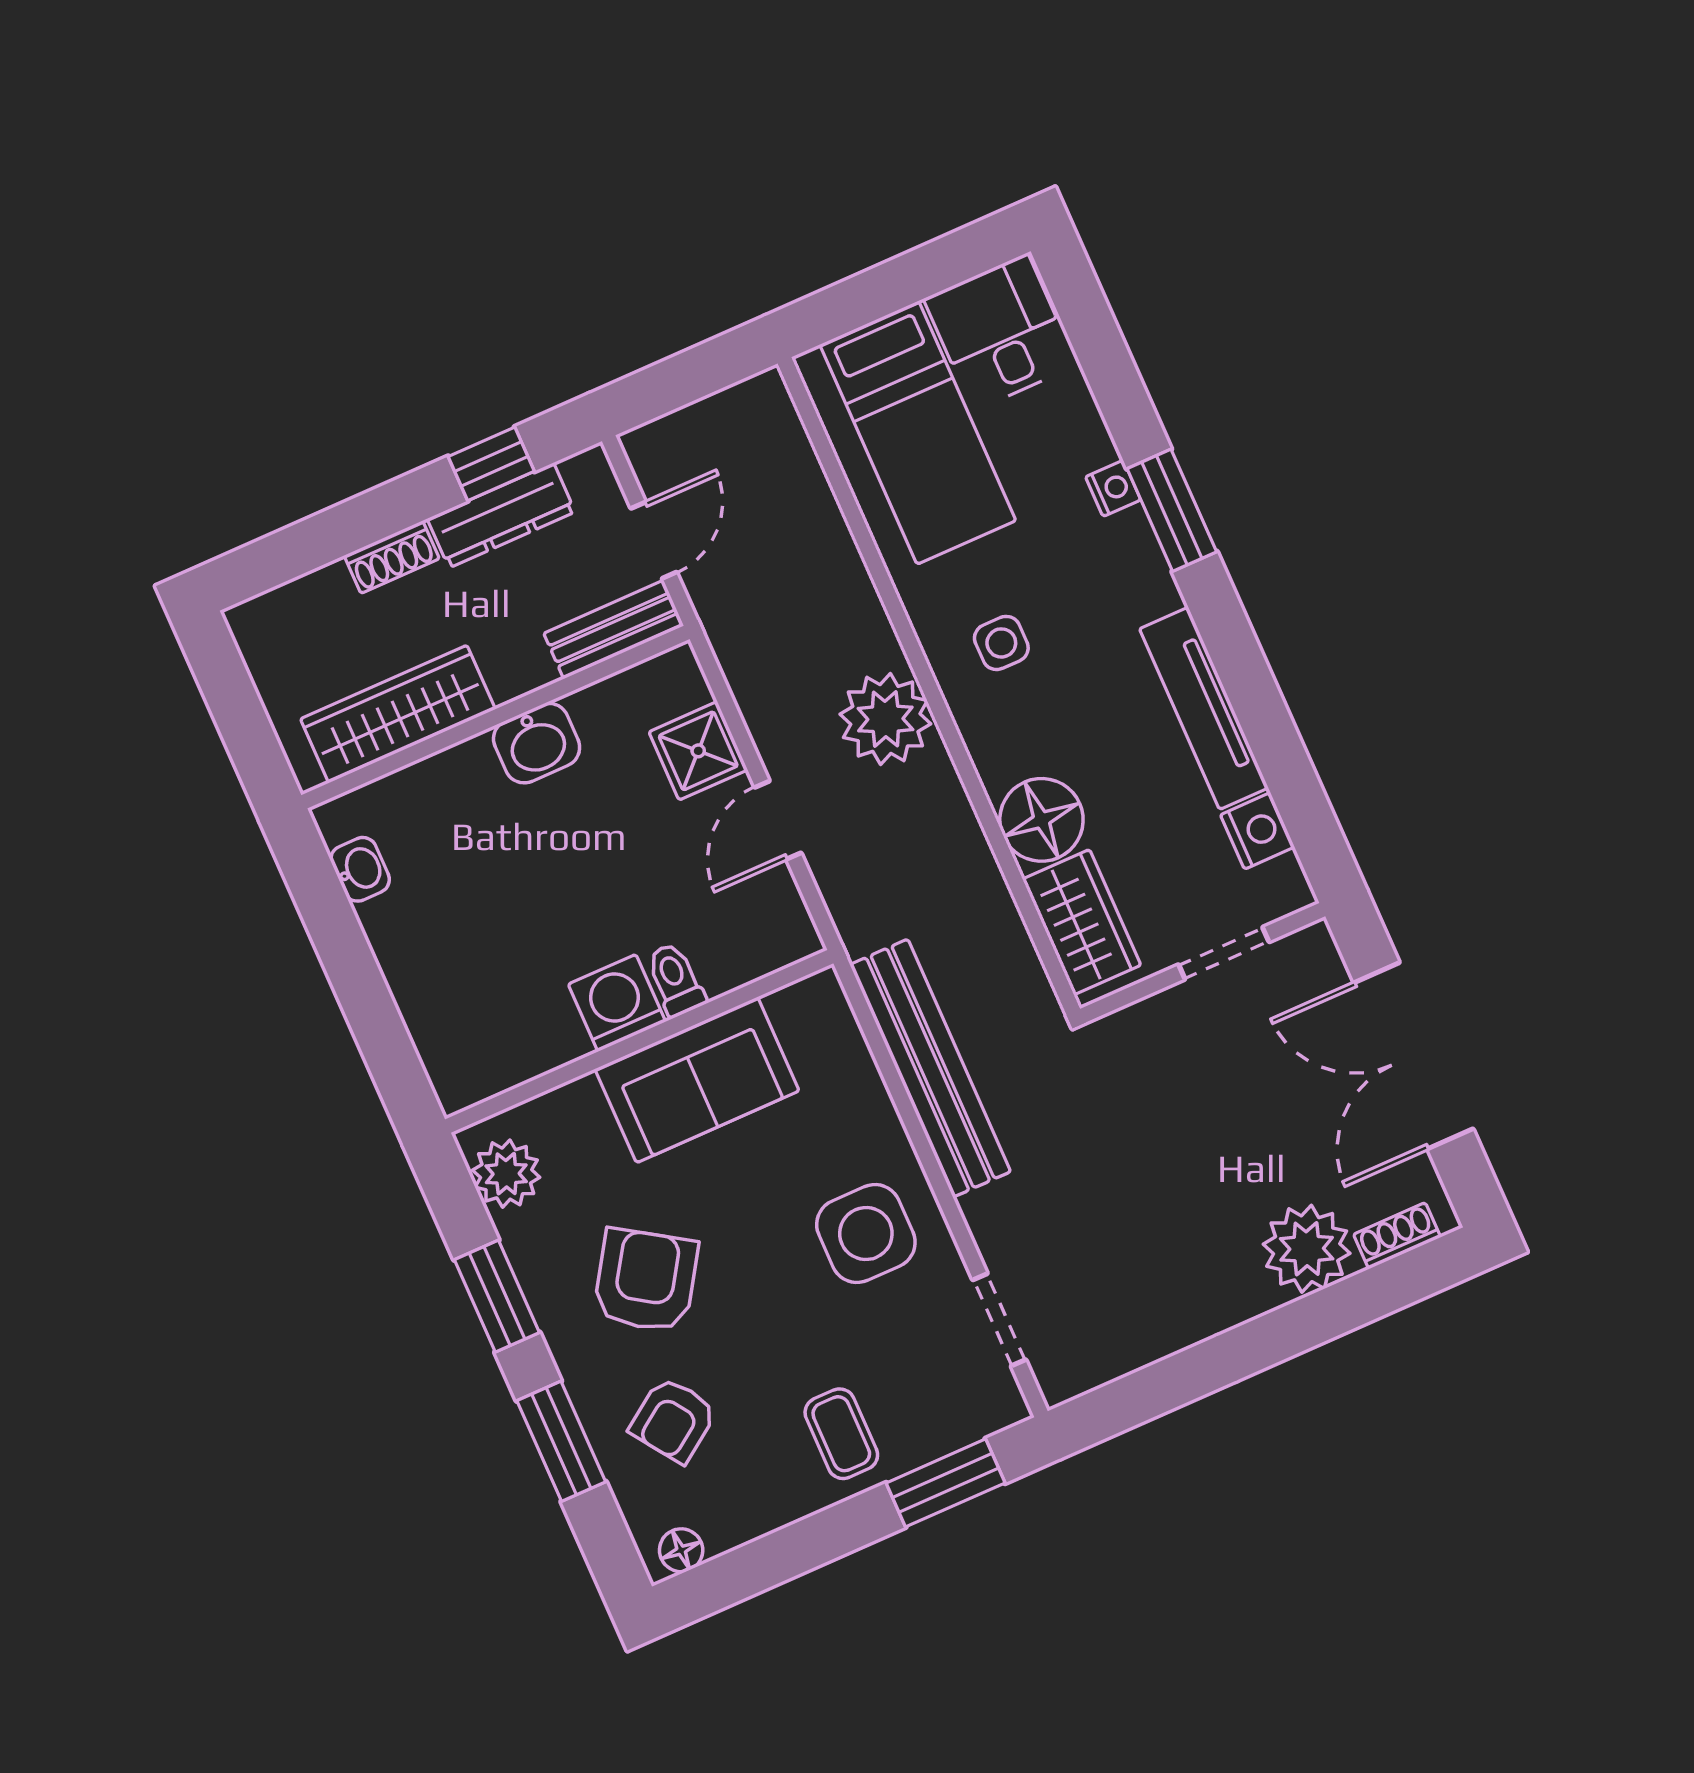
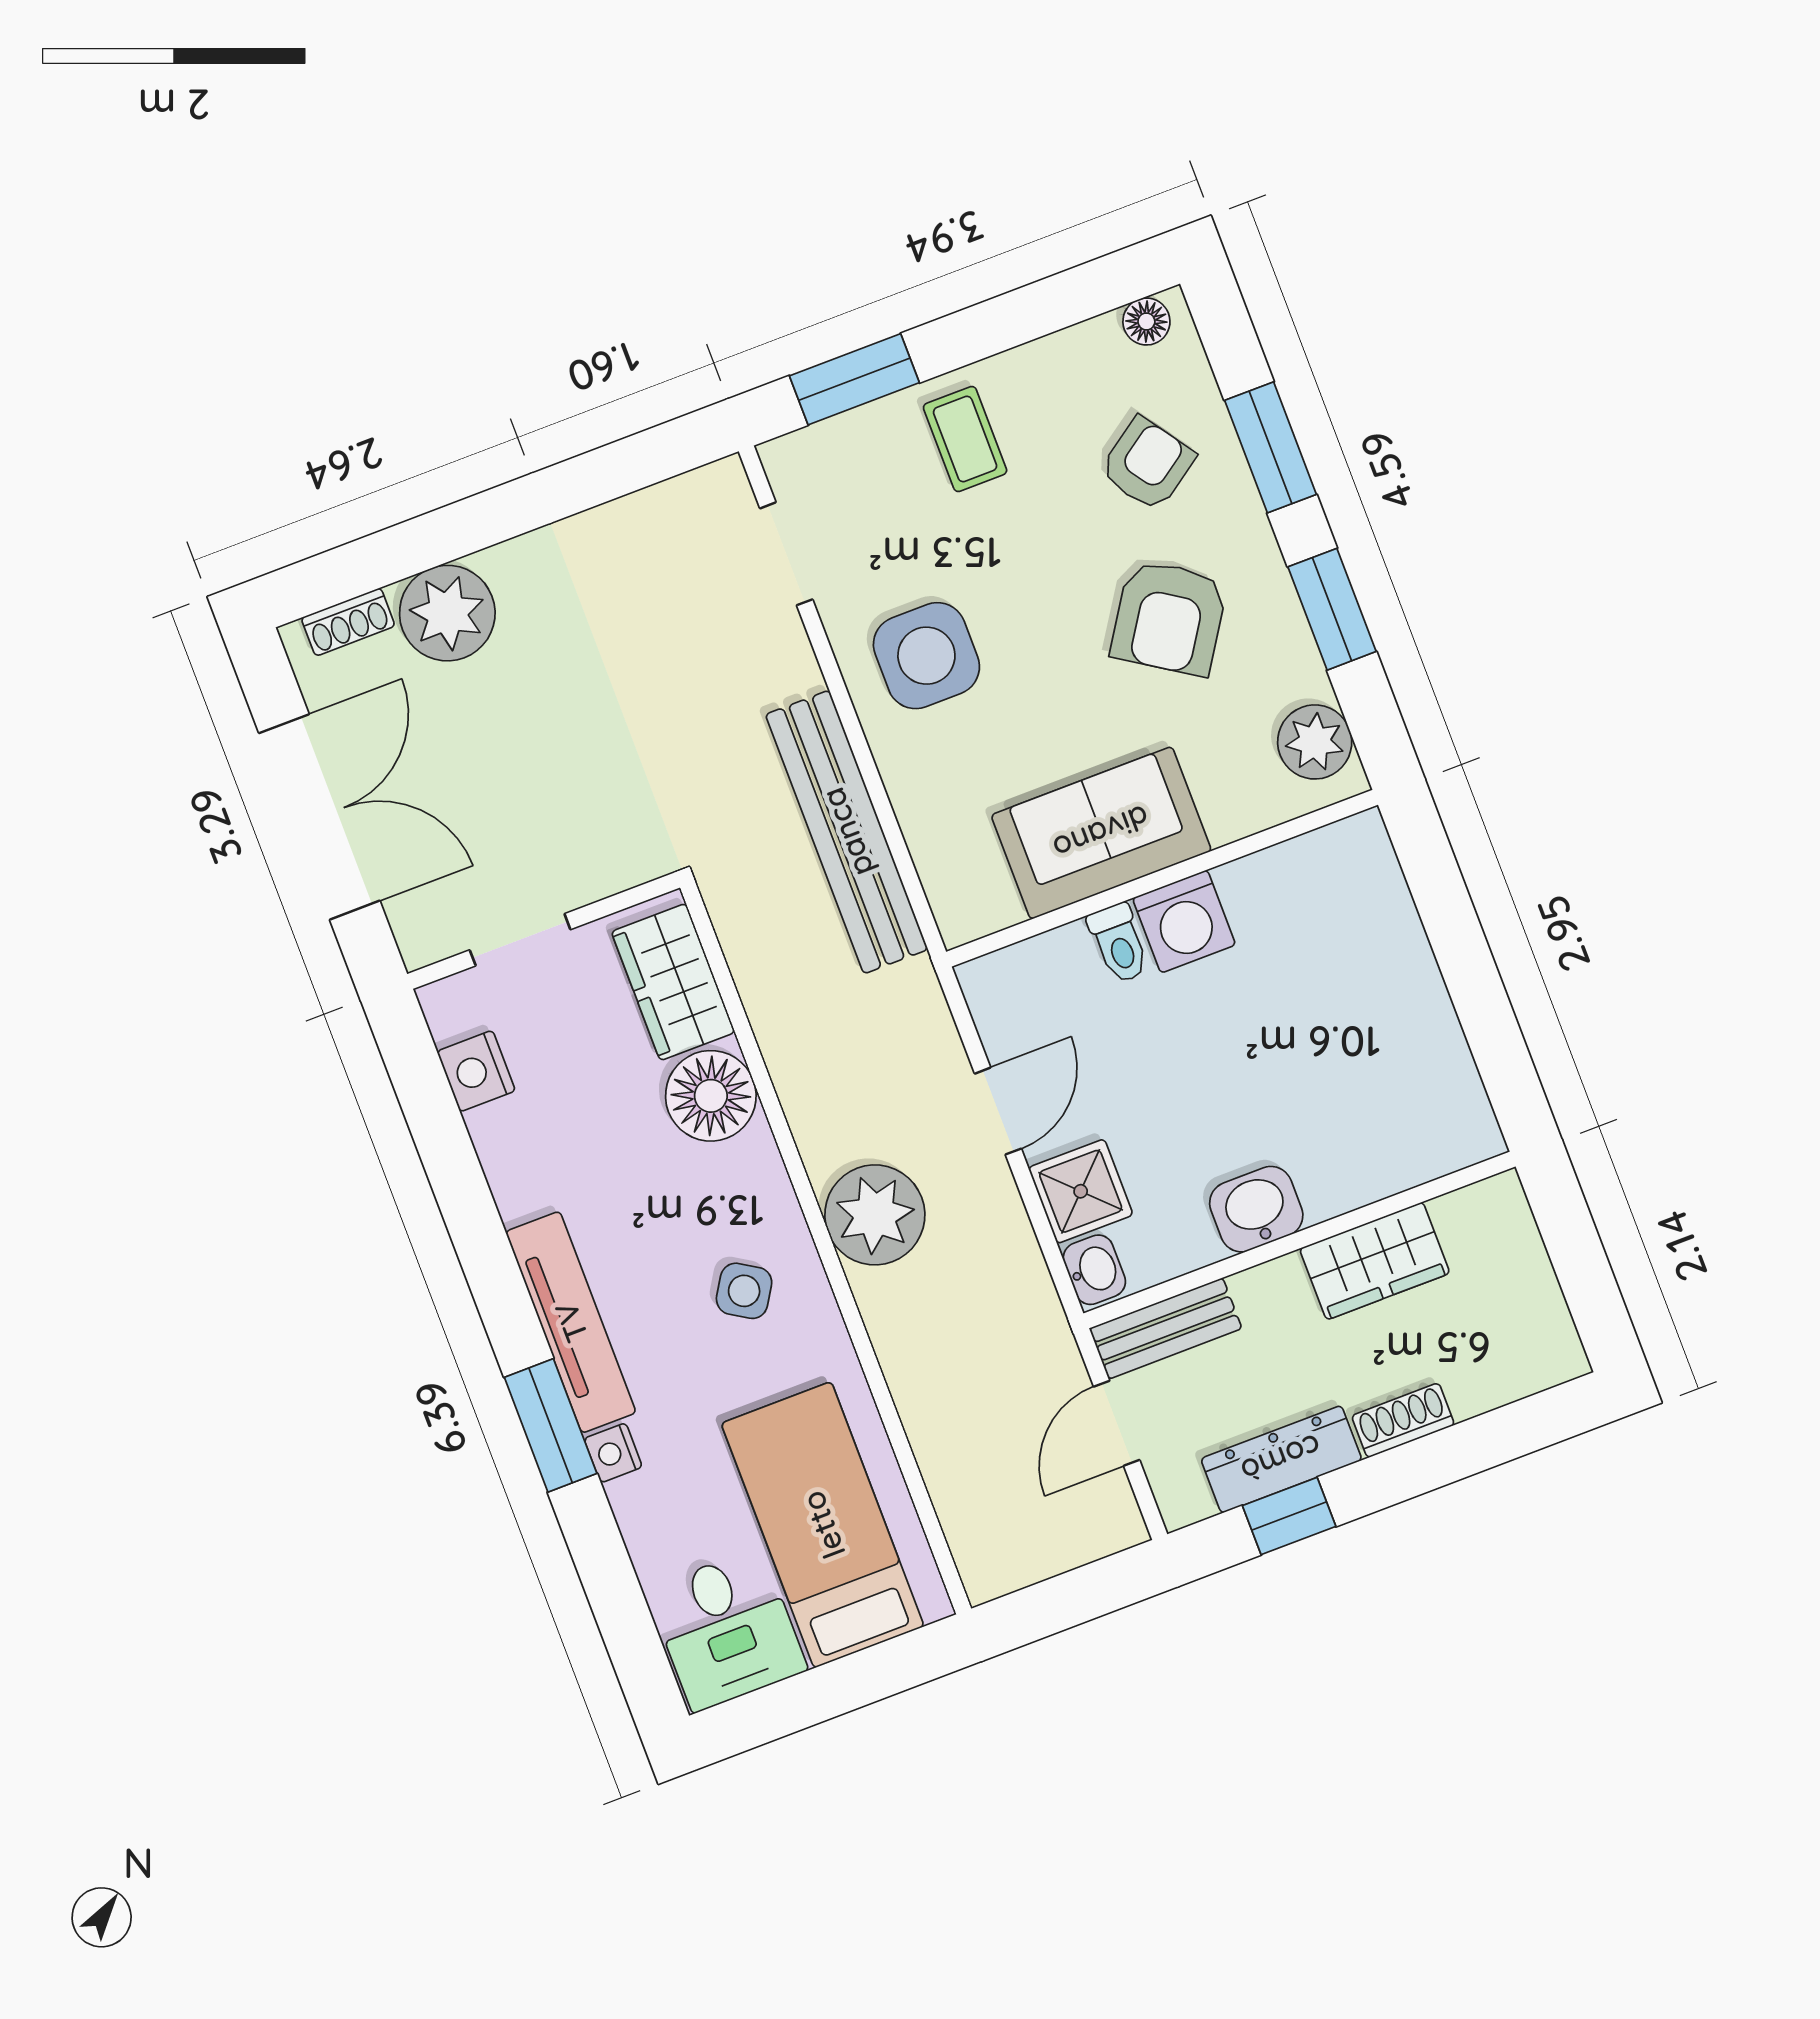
side table: (1001, 643) -> (744, 1291), turned 32
tv unit: (1204, 708) -> (571, 1322), moved
wardrobe: (398, 714) -> (1375, 1261), width x0.67
washbasin: (360, 869) -> (1094, 1270), moved, turned 180

